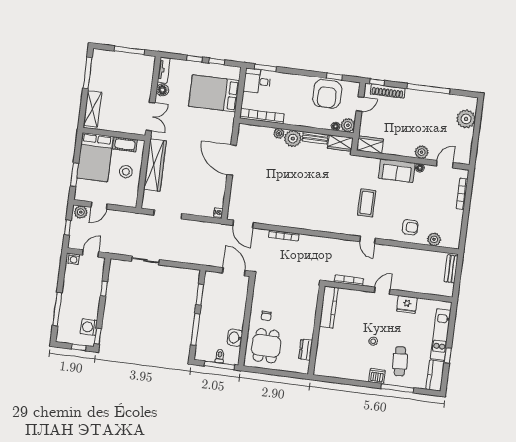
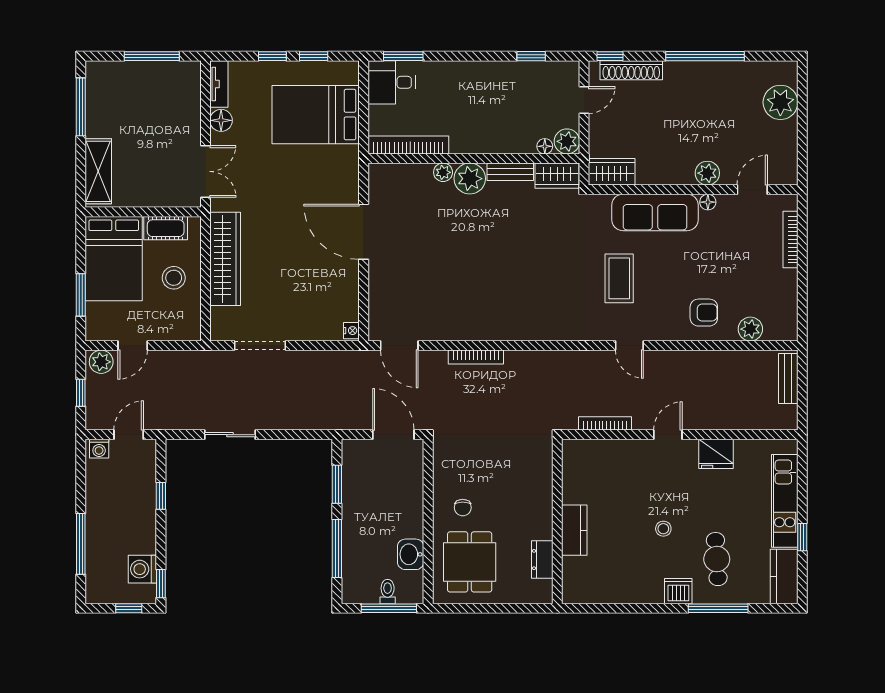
armchair: (327, 94) -> (522, 89), removed
sofa: (397, 171) -> (655, 212), width x1.36
kitchen counter: (329, 307) -> (574, 530), moved, width x0.67

